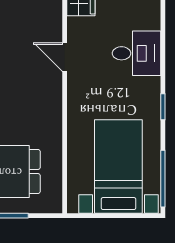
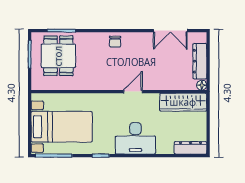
desk: (136, 53) -> (135, 138), width x1.37

